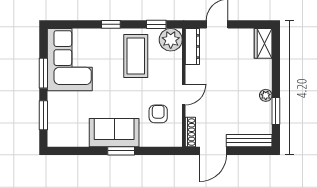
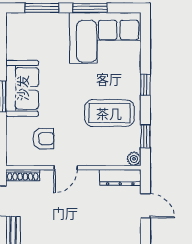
plant: (171, 40) -> (134, 159), width x0.53, depth x0.53
door: (184, 95) -> (66, 168), hinge flipped

